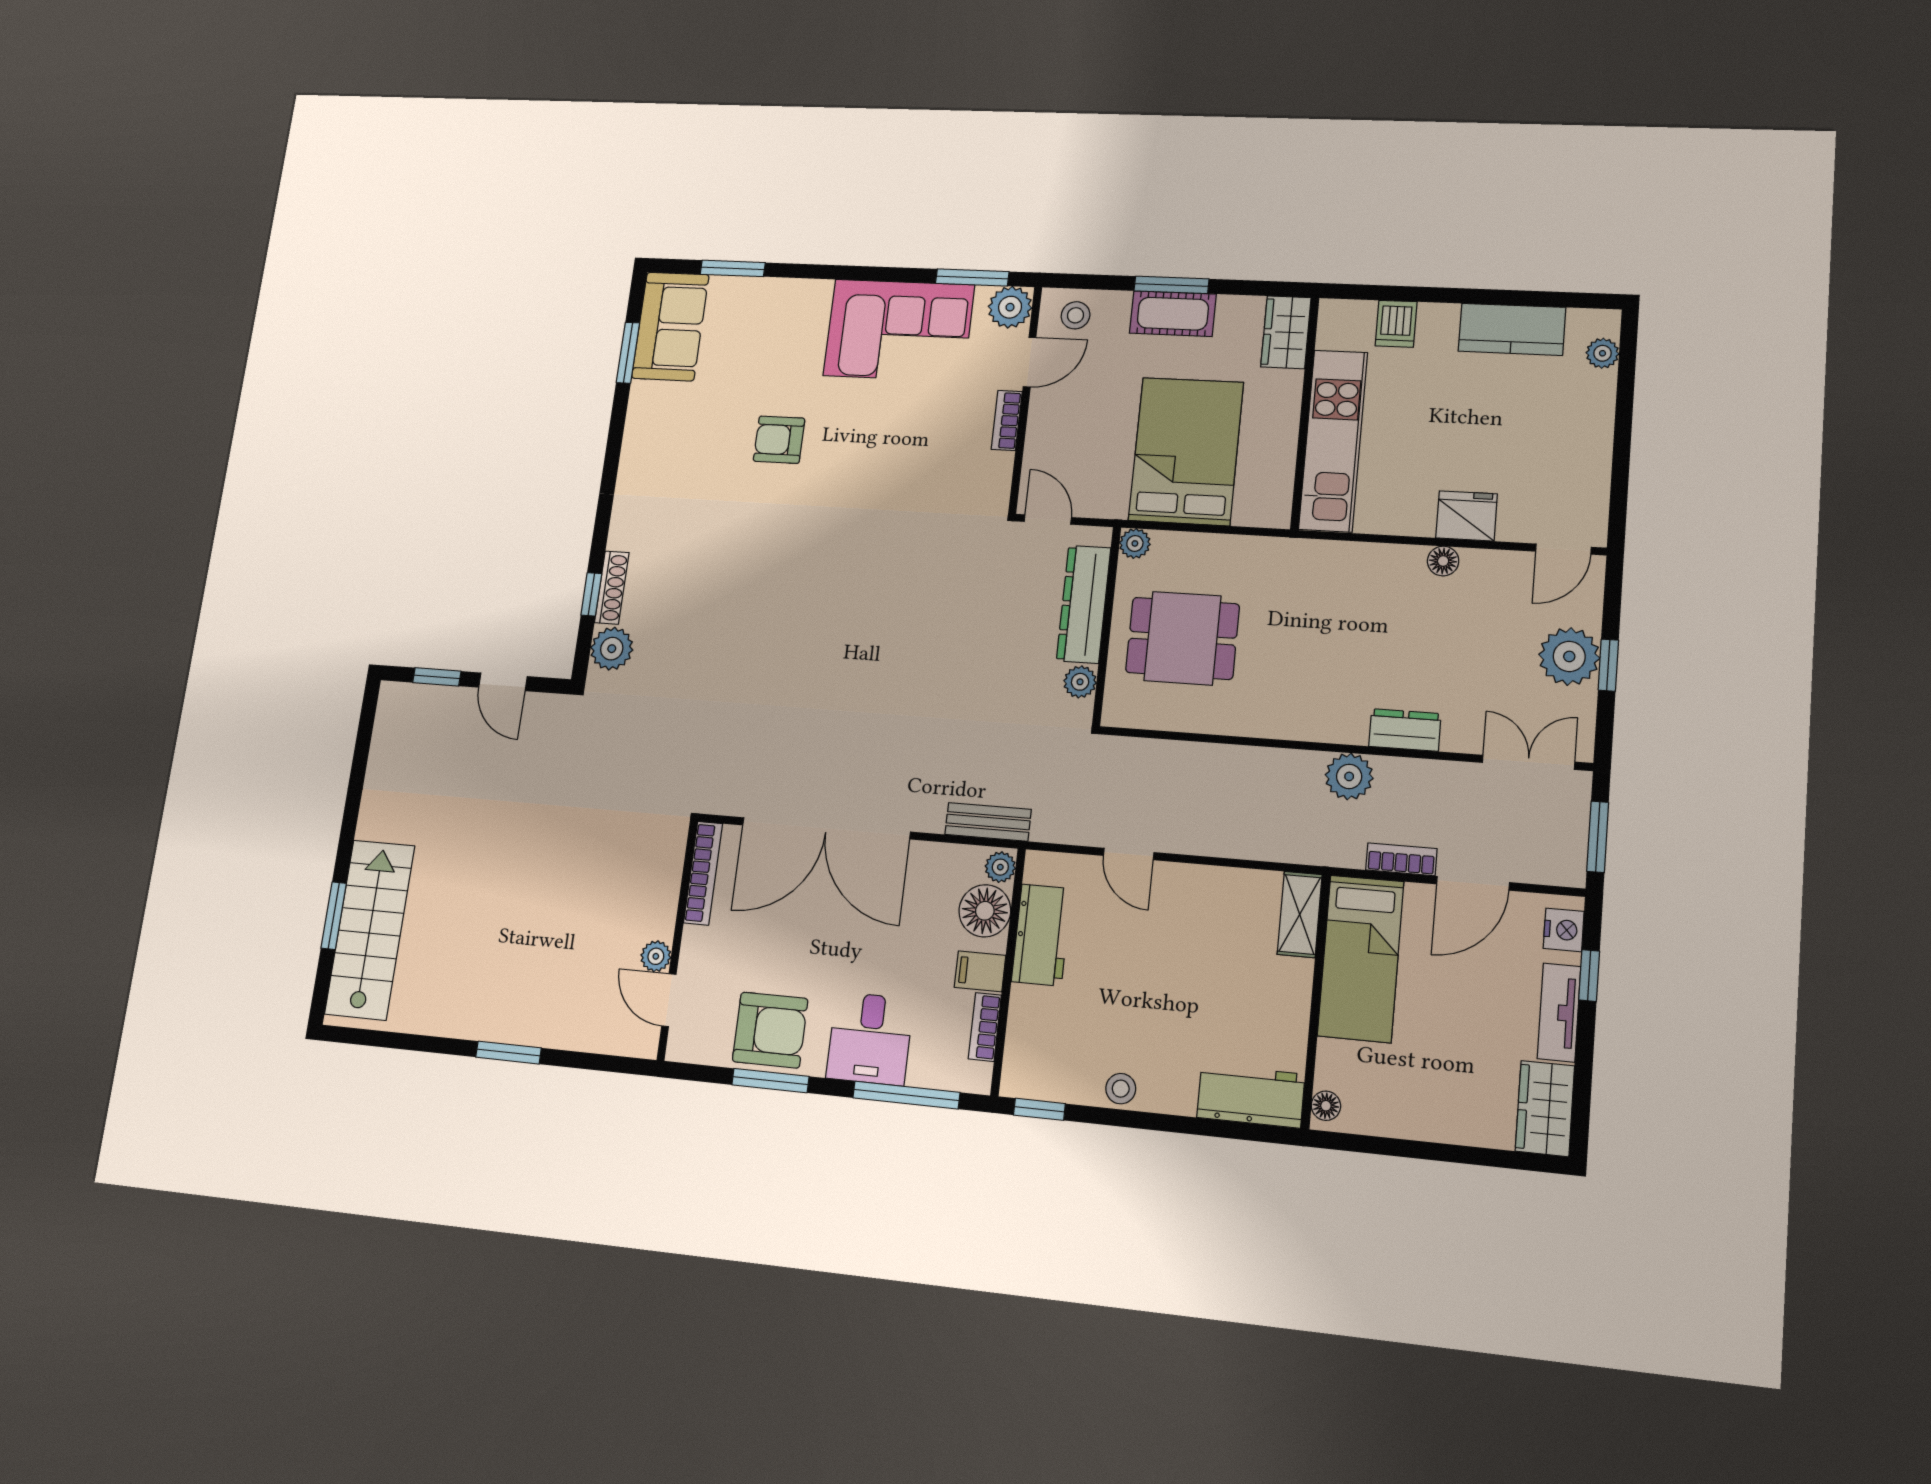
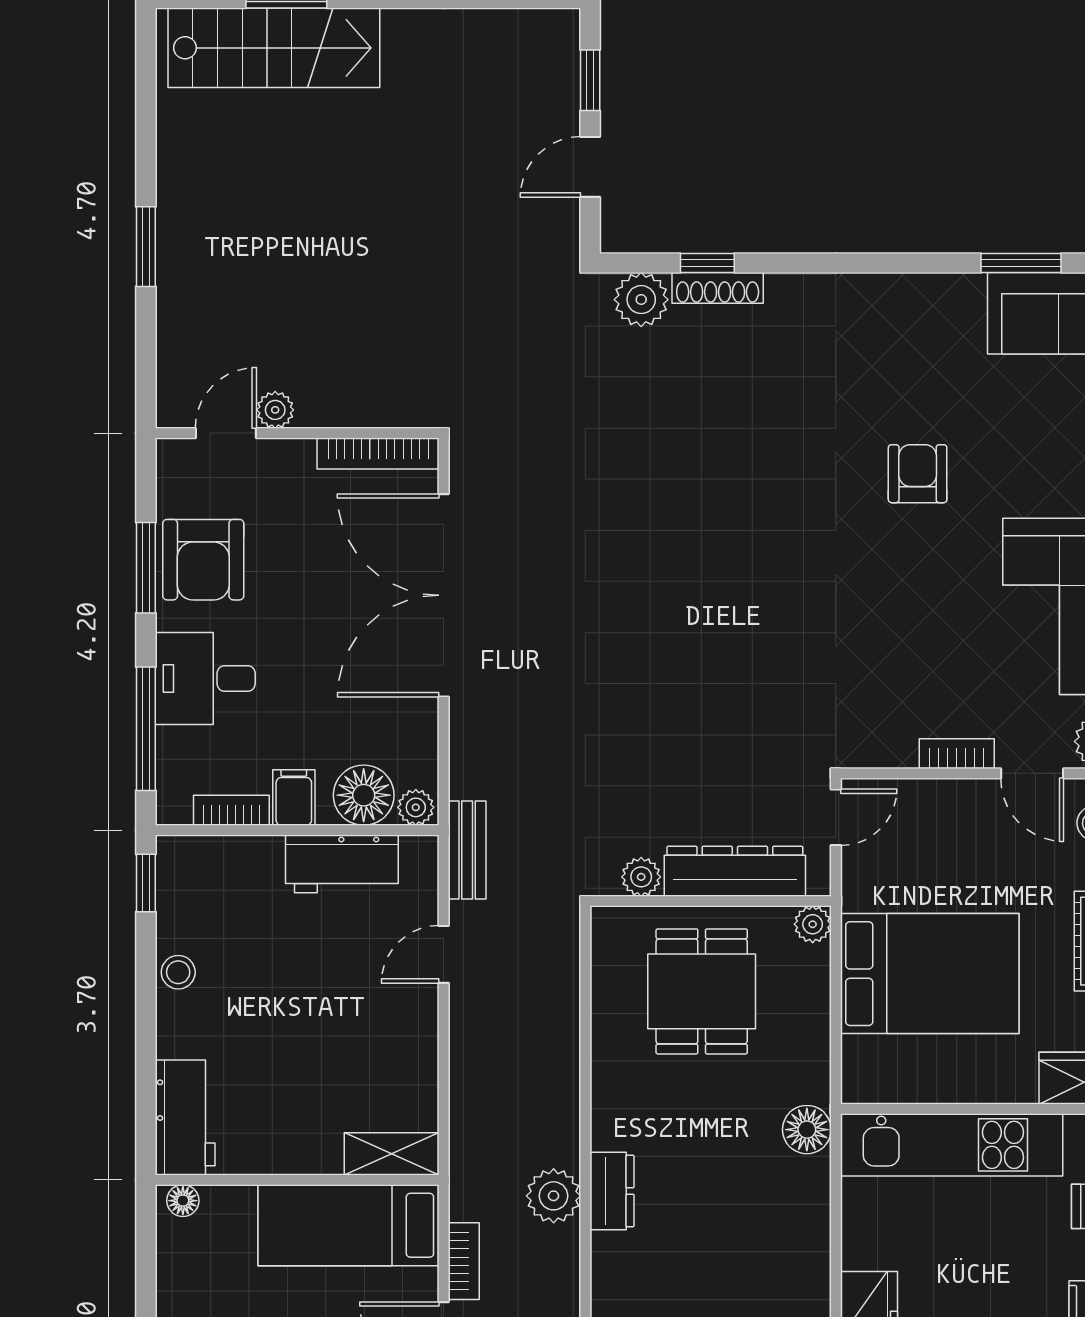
floor lamp: (1443, 561) -> (807, 1130), moved, width x1.37, depth x1.37
dresser: (1405, 730) -> (612, 1191), moved
bench: (988, 822) -> (467, 850), moved

